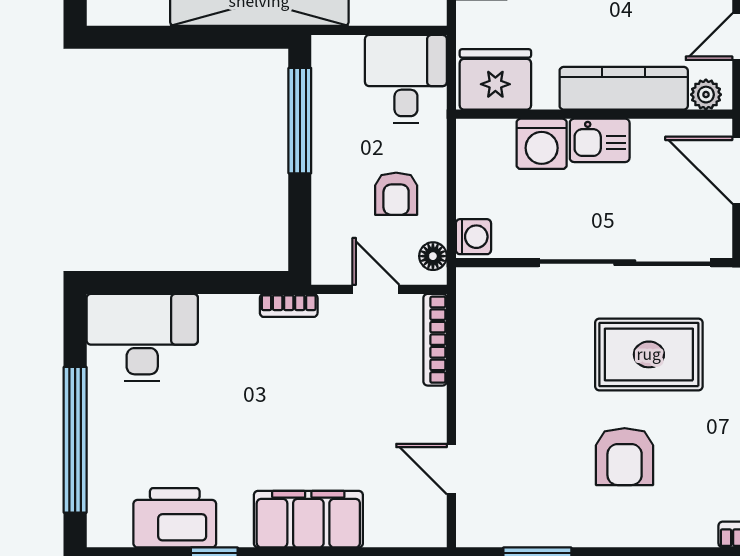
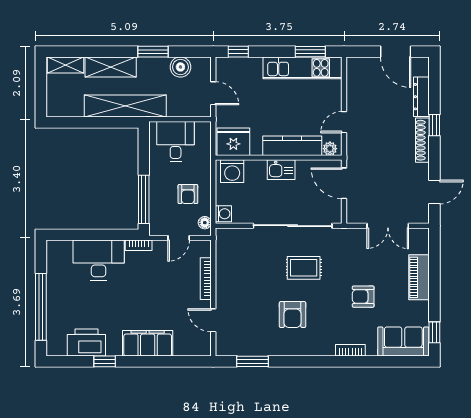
desk: (406, 79) -> (176, 142), moved
window: (300, 121) -> (144, 199), moved
washing machine: (542, 144) -> (232, 171), moved
door: (376, 289) -> (179, 238), swing flipped
desk: (142, 338) -> (99, 260), moved
bookcase: (435, 340) -> (206, 279), moved
rug: (649, 354) -> (304, 268), width x0.73, depth x0.70

